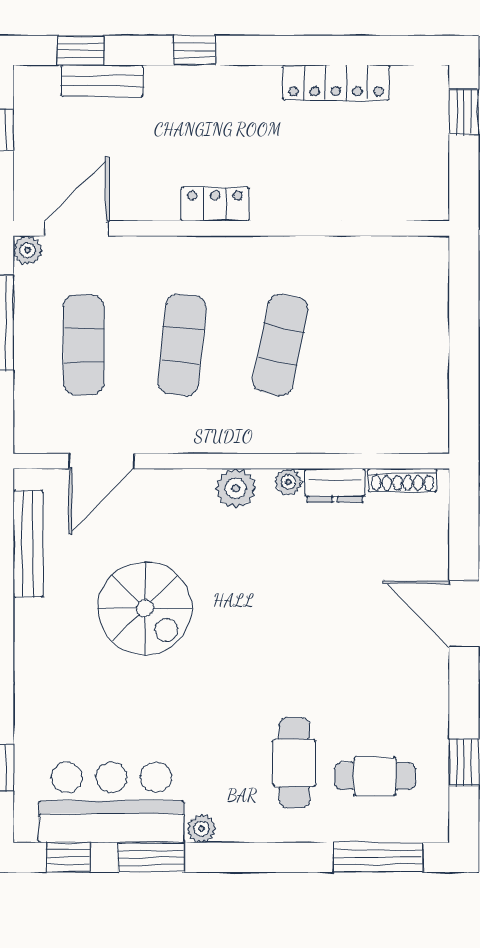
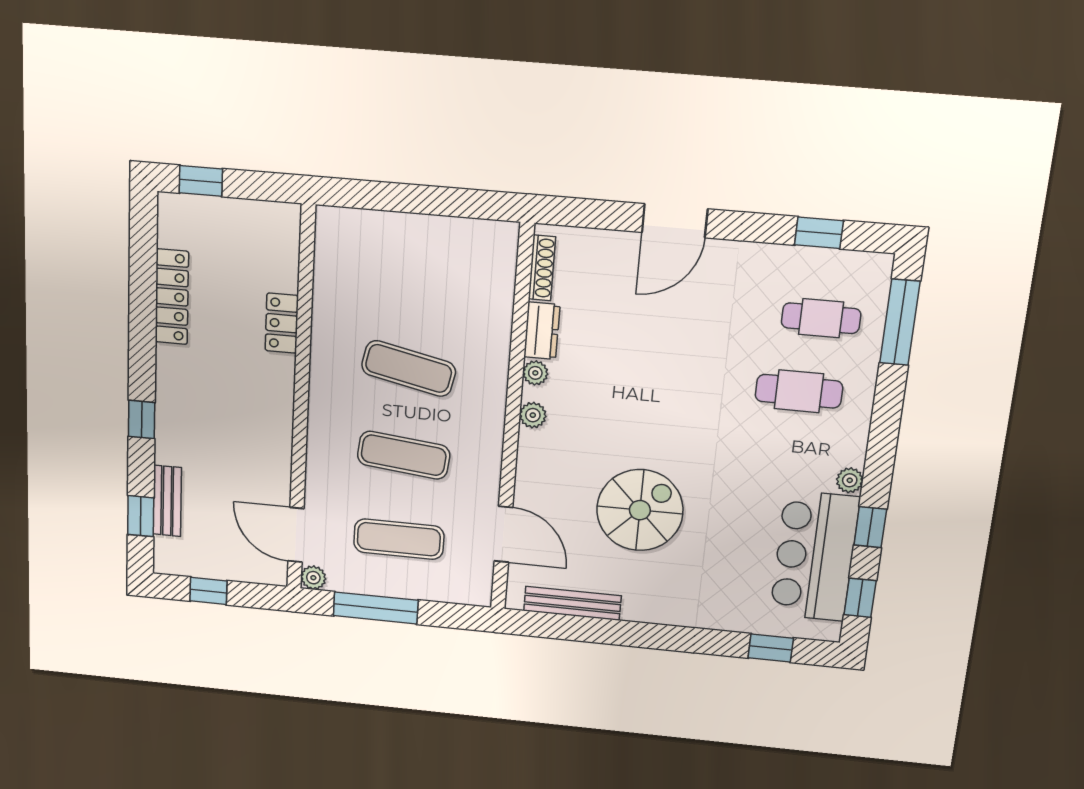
locker: (215, 204) -> (282, 323), moved
plant: (236, 488) -> (533, 415), width x0.73, depth x0.73
cafe table: (375, 776) -> (821, 318), turned 90
window: (151, 857) -> (870, 527), width x0.67

